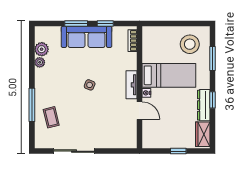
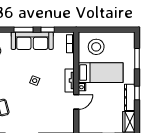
stool: (190, 44) -> (96, 47), moved
door: (139, 111) -> (76, 102), hinge flipped

